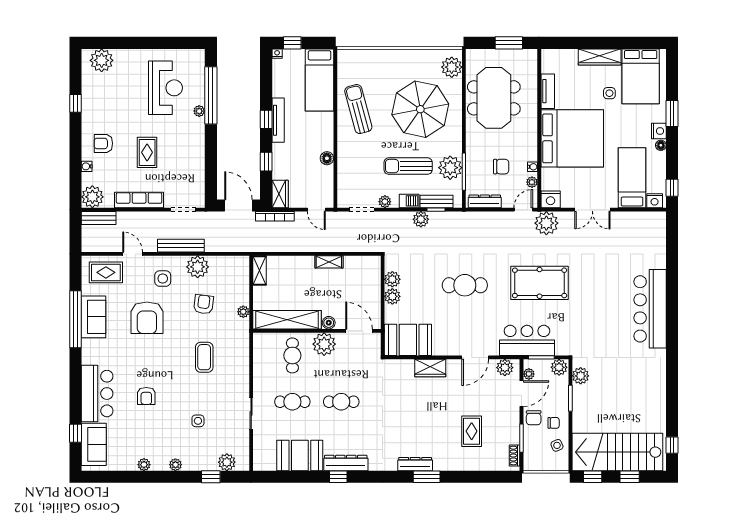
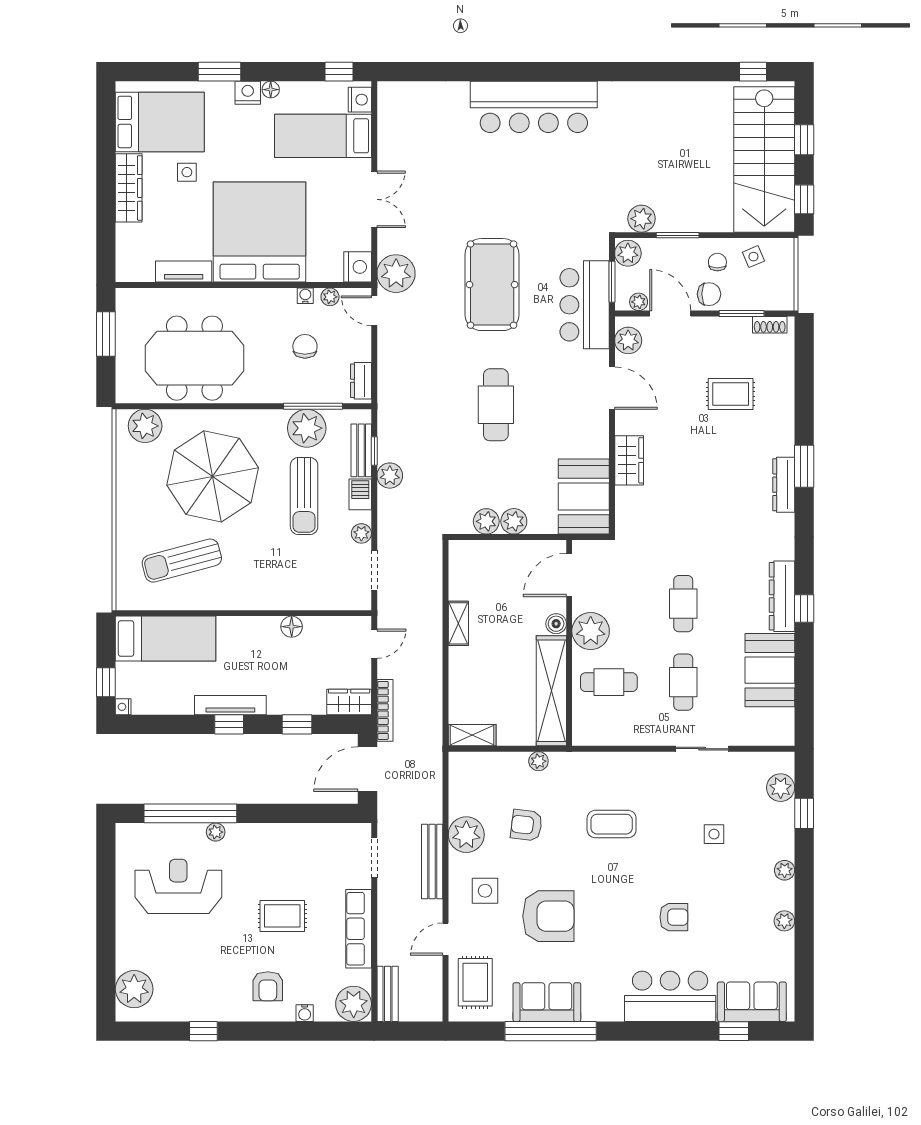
sun lounger: (358, 109) -> (182, 561), moved
dresser: (485, 201) -> (361, 381), width x0.70

